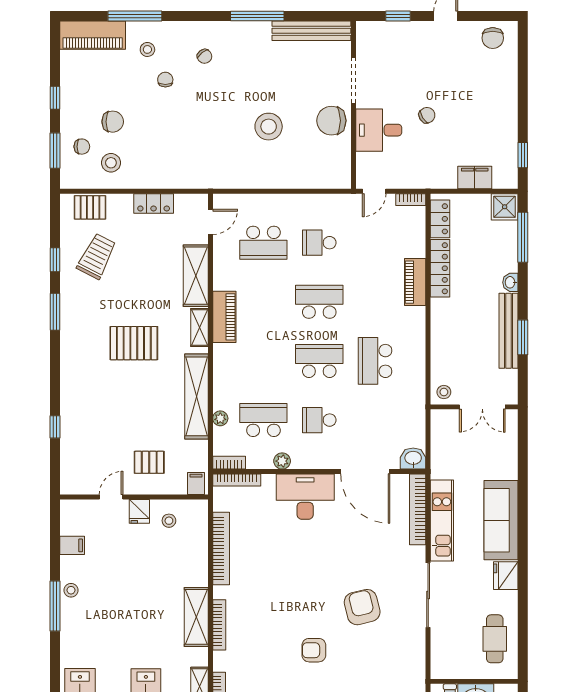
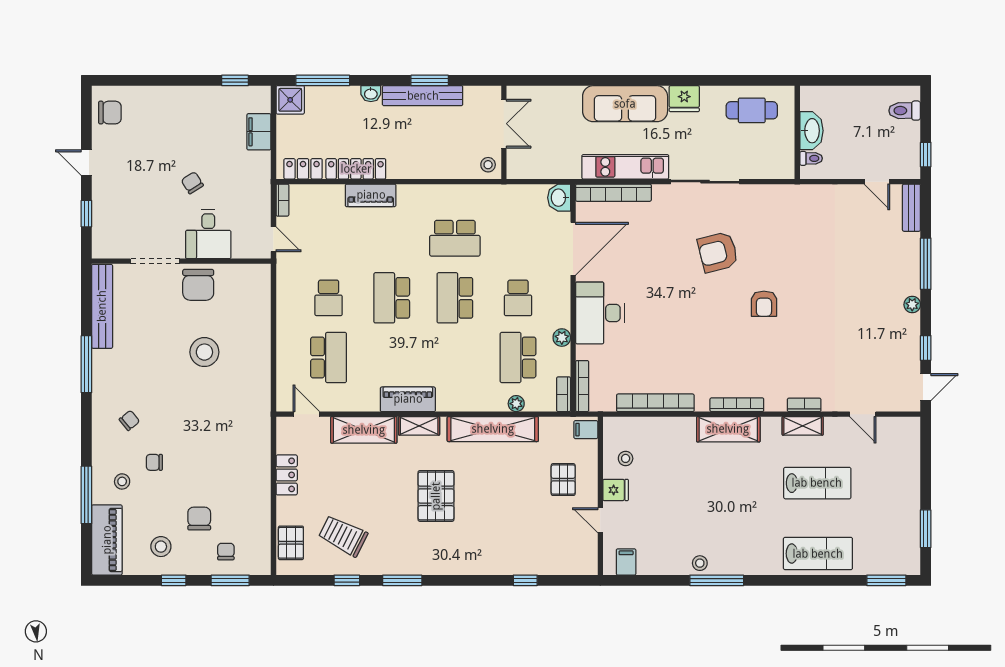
stool: (111, 163) -> (161, 547), moved
filing cabinet: (72, 545) -> (626, 562), moved

